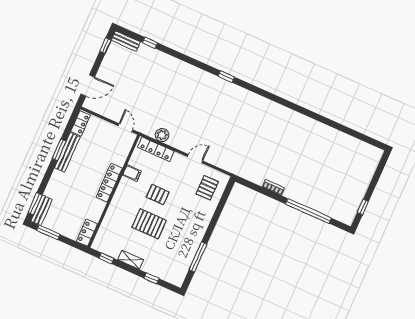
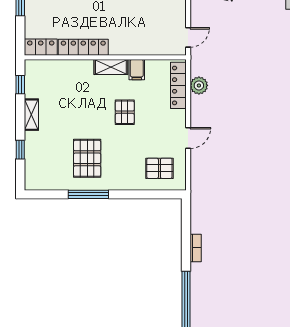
door: (195, 159) -> (188, 138), hinge flipped
locker: (109, 183) -> (83, 47), moved
shelving: (122, 190) -> (111, 67), added
pallet: (149, 224) -> (87, 158), moved
window: (198, 257) -> (88, 194), moved

